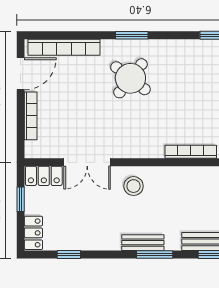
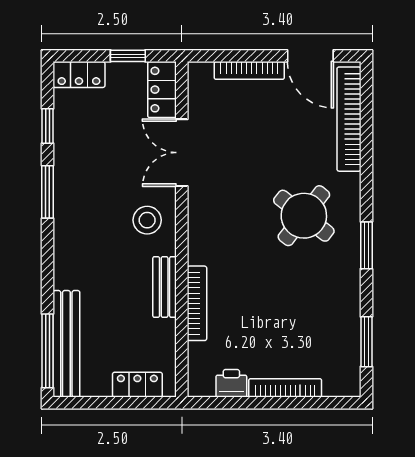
window: (132, 35) -> (366, 245), moved
bench: (143, 243) -> (165, 287), moved
window: (155, 254) -> (48, 192), moved

